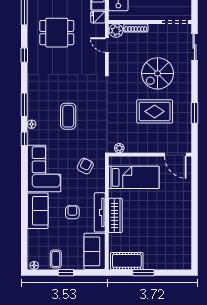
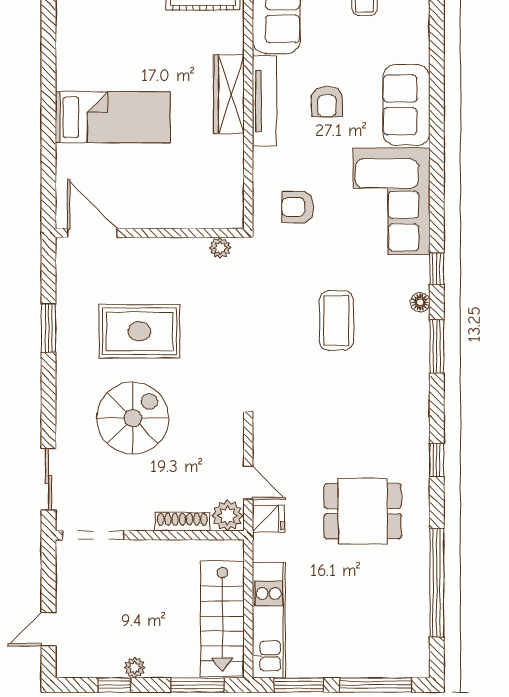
fridge: (98, 17) -> (268, 519), moved
armchair: (85, 166) -> (298, 207), turned 63
bed: (134, 177) -> (113, 117), moved, turned 180

